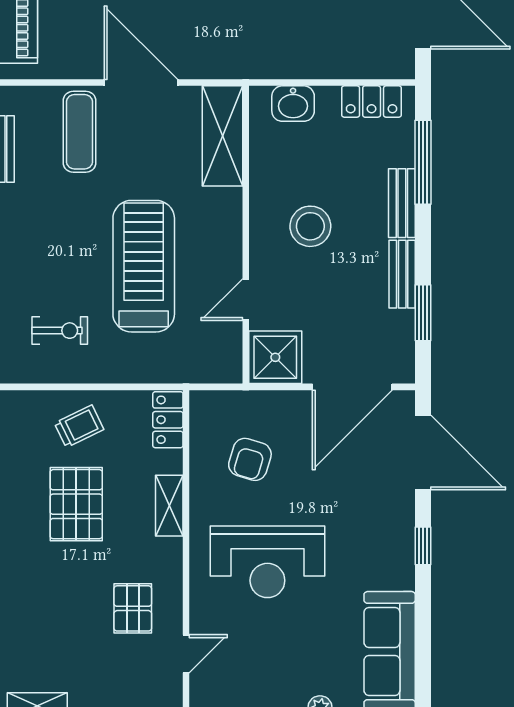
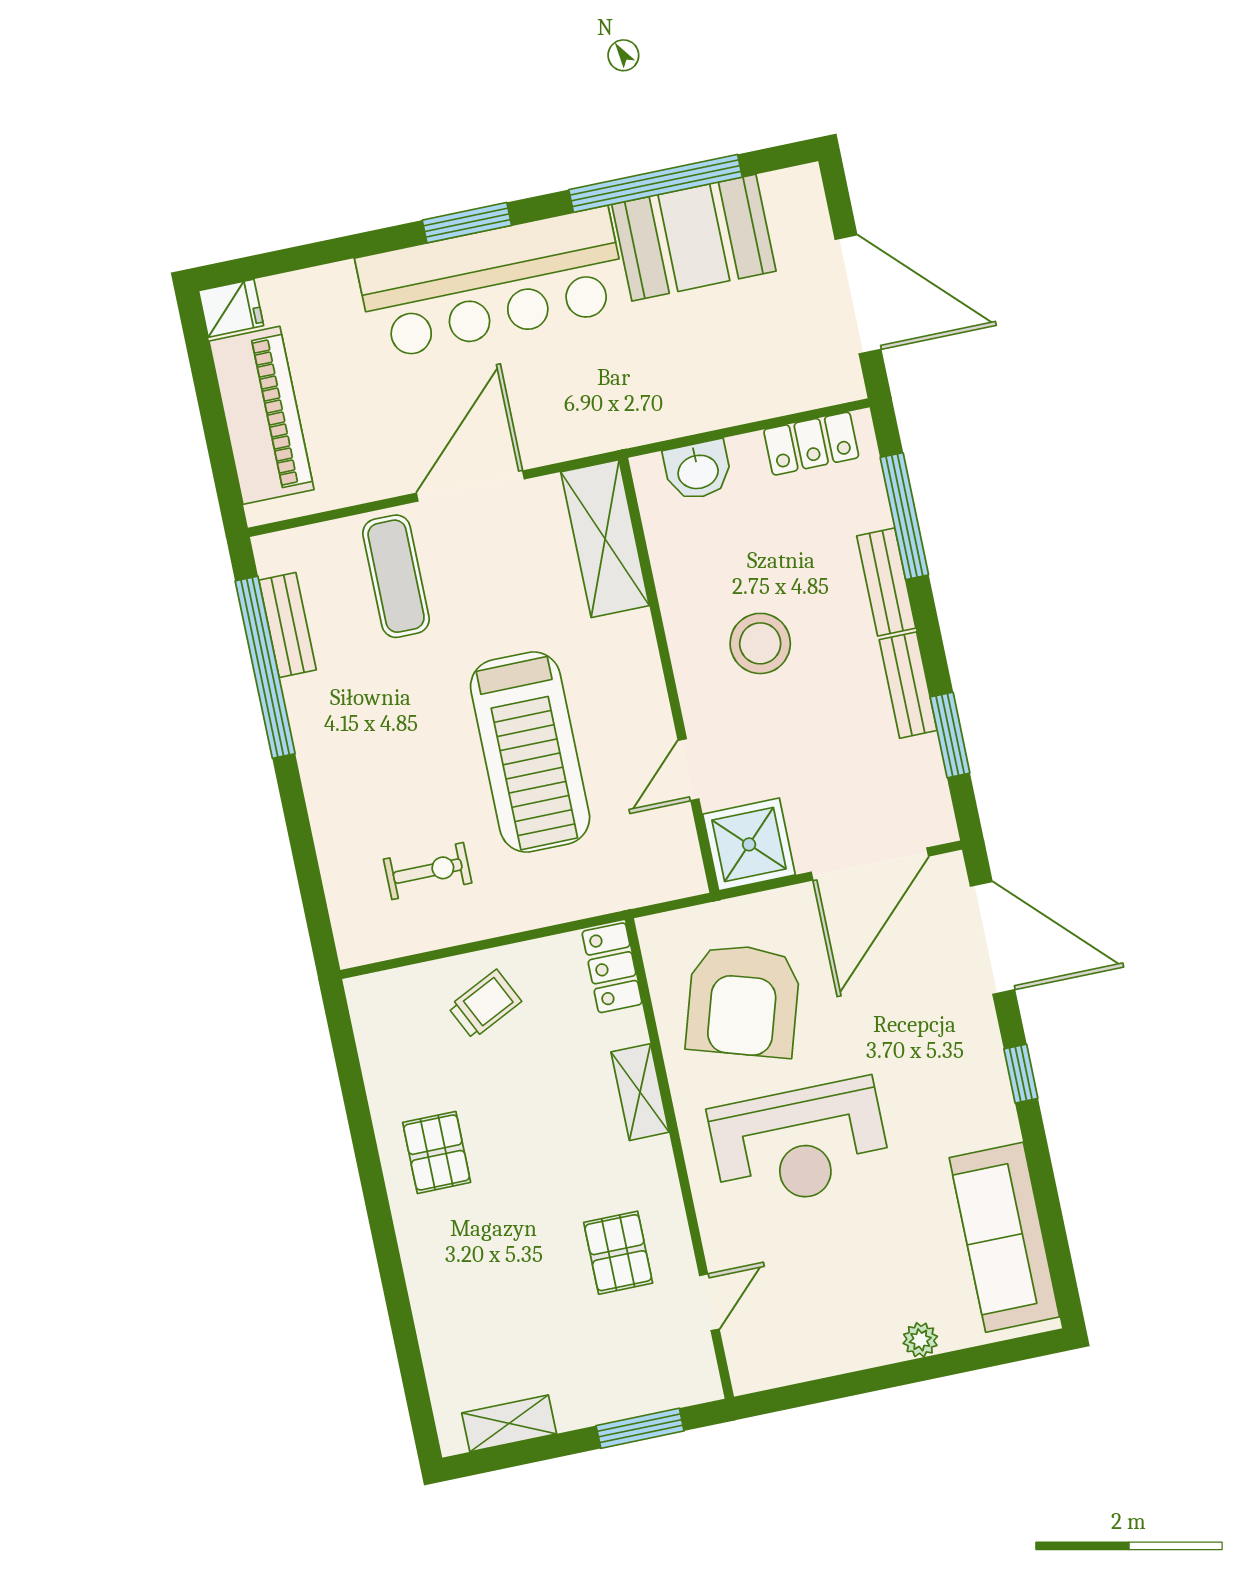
door: (141, 83) -> (470, 486), hinge flipped
treadmill: (144, 266) -> (530, 752), turned 180
armchair: (250, 459) -> (743, 1000), width x1.88, depth x1.88
pallet: (76, 504) -> (437, 1152), moved, width x0.67, depth x0.71

